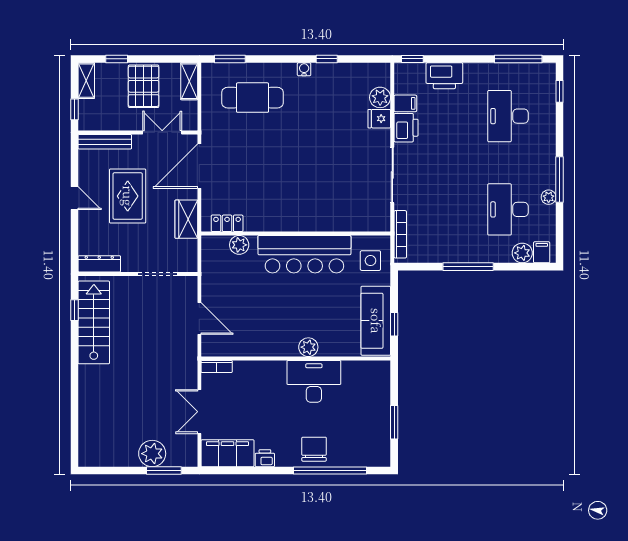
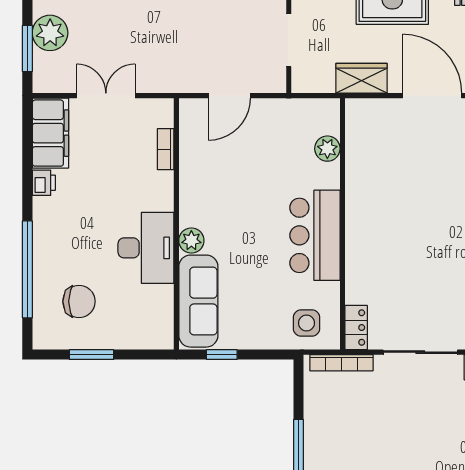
locker: (227, 223) -> (356, 328), moved
bar counter: (304, 254) -> (315, 235), width x0.73
sofa: (376, 321) -> (198, 301), moved, turned 90
bookcase: (217, 366) -> (166, 149), moved
chair: (314, 449) -> (79, 301), moved

